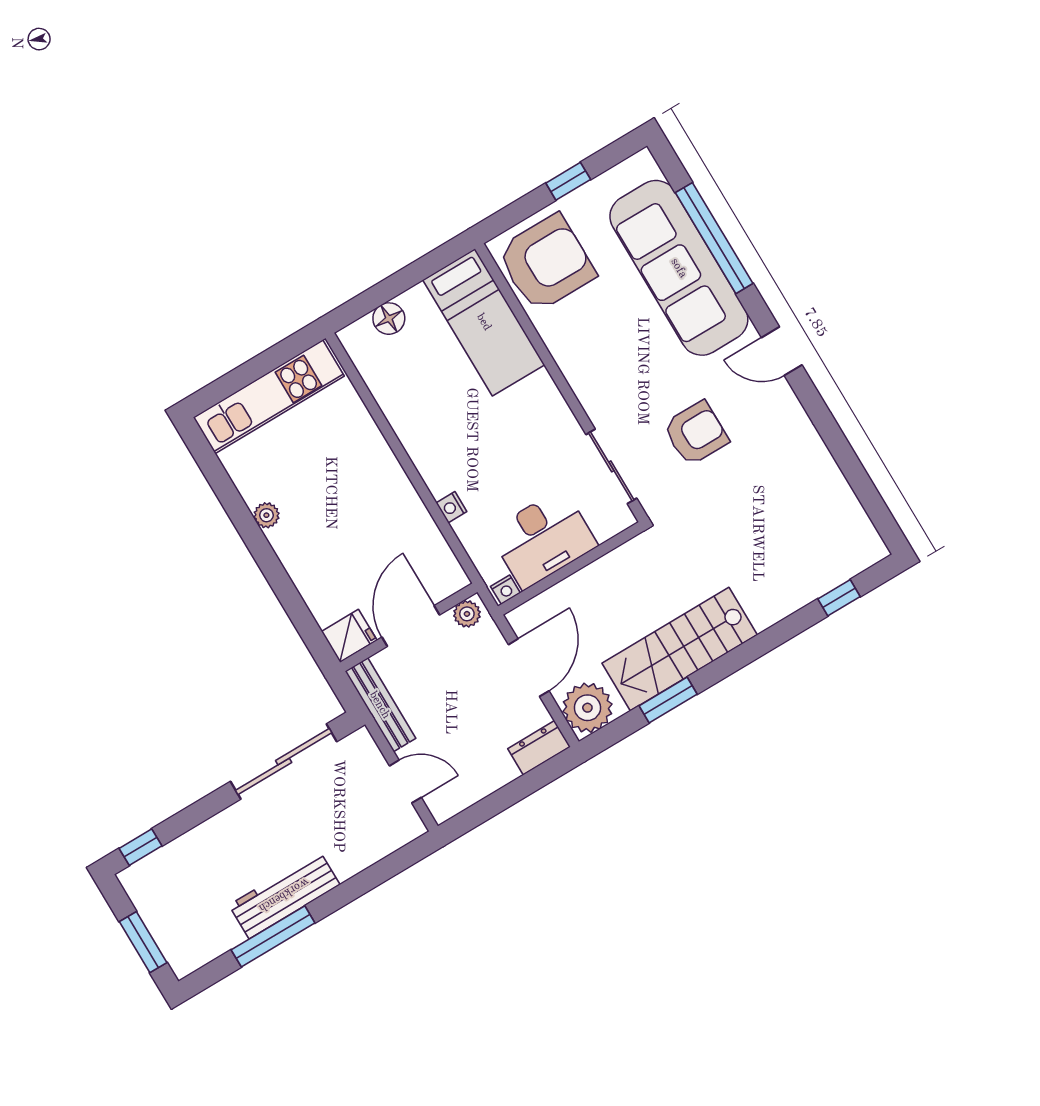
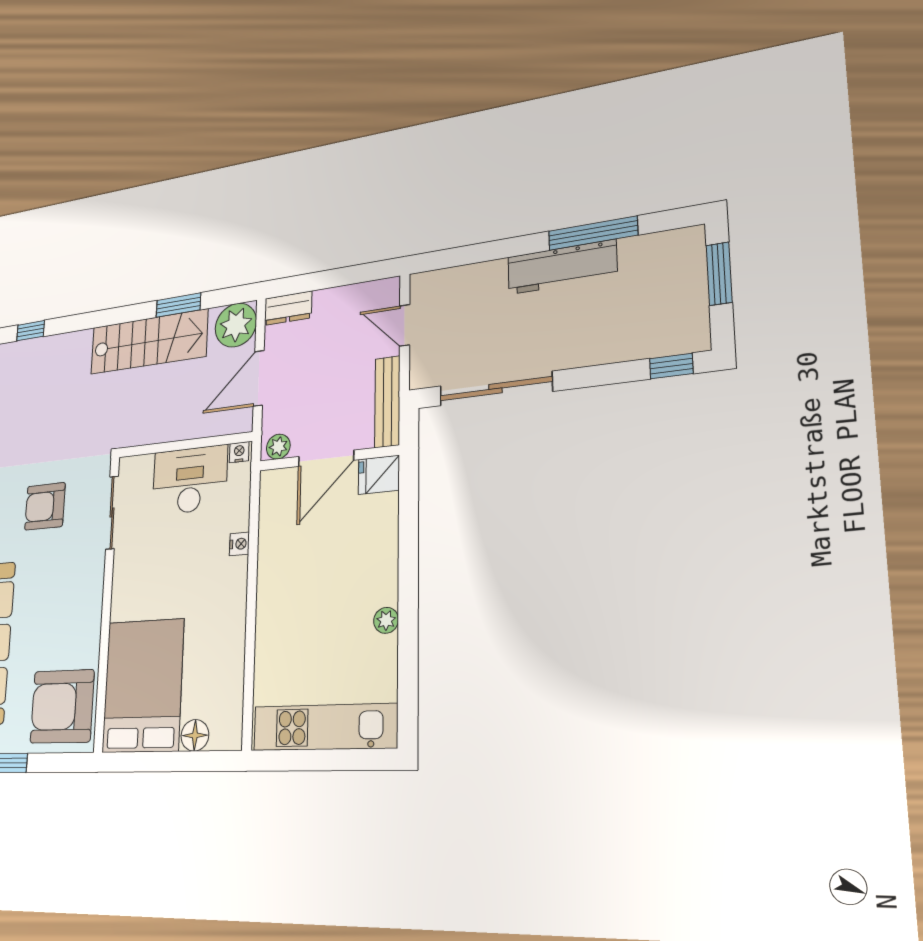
bed: (484, 322) -> (143, 686), width x1.50

